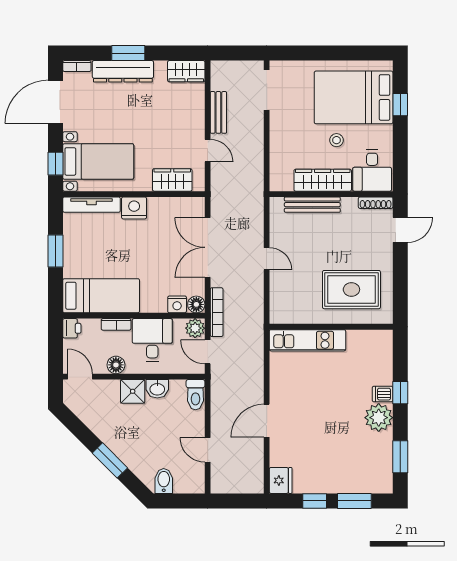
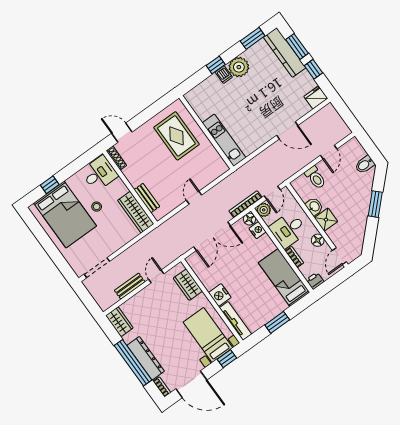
window: (128, 53) -> (133, 363), width x2.11
wardrobe: (323, 180) -> (136, 212), moved
bench: (312, 205) -> (147, 198), width x0.73
toilet: (195, 395) -> (315, 178), moved, turned 90
kitchen counter: (358, 482) -> (285, 52), added

